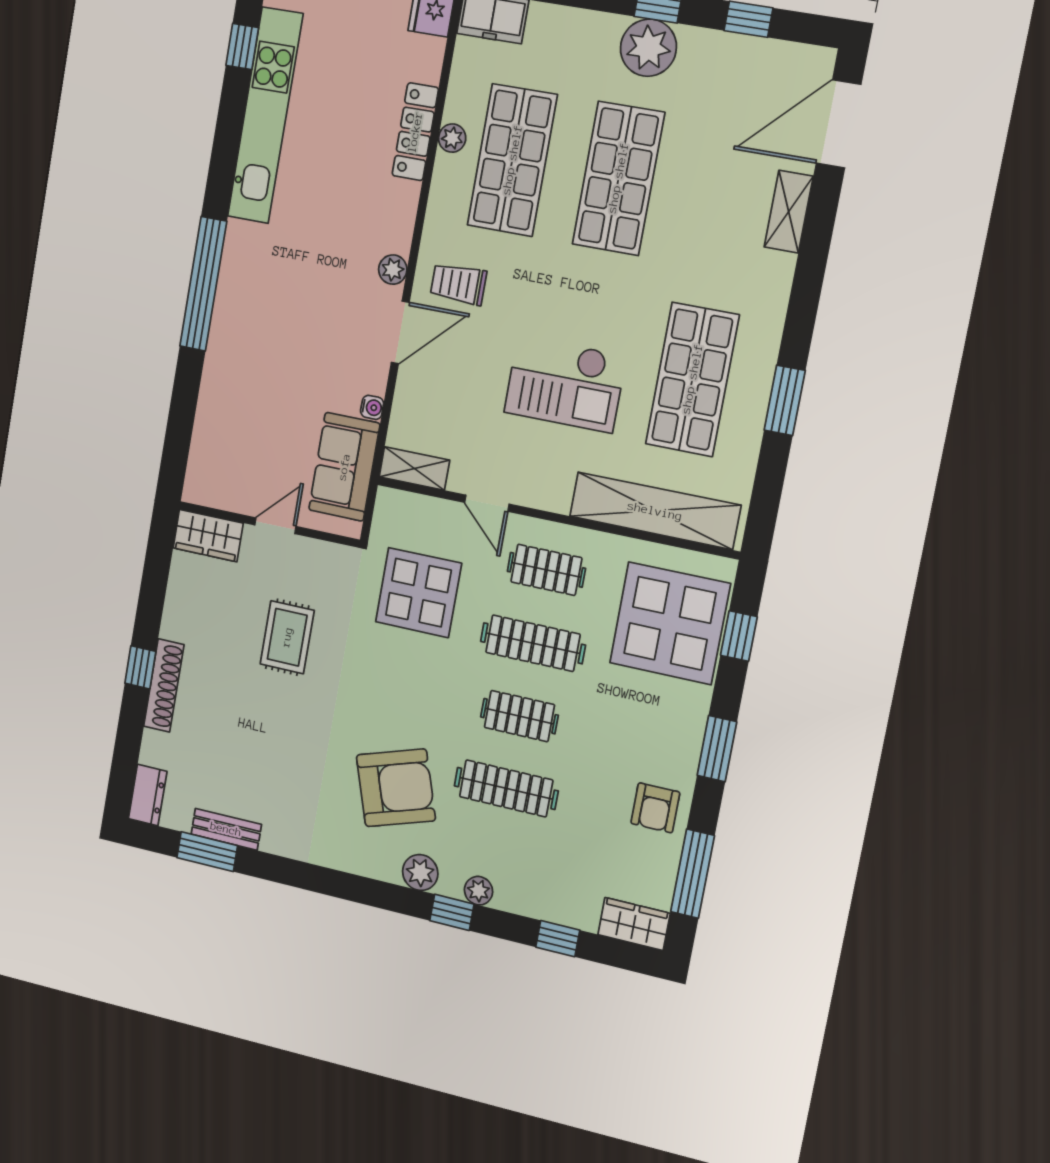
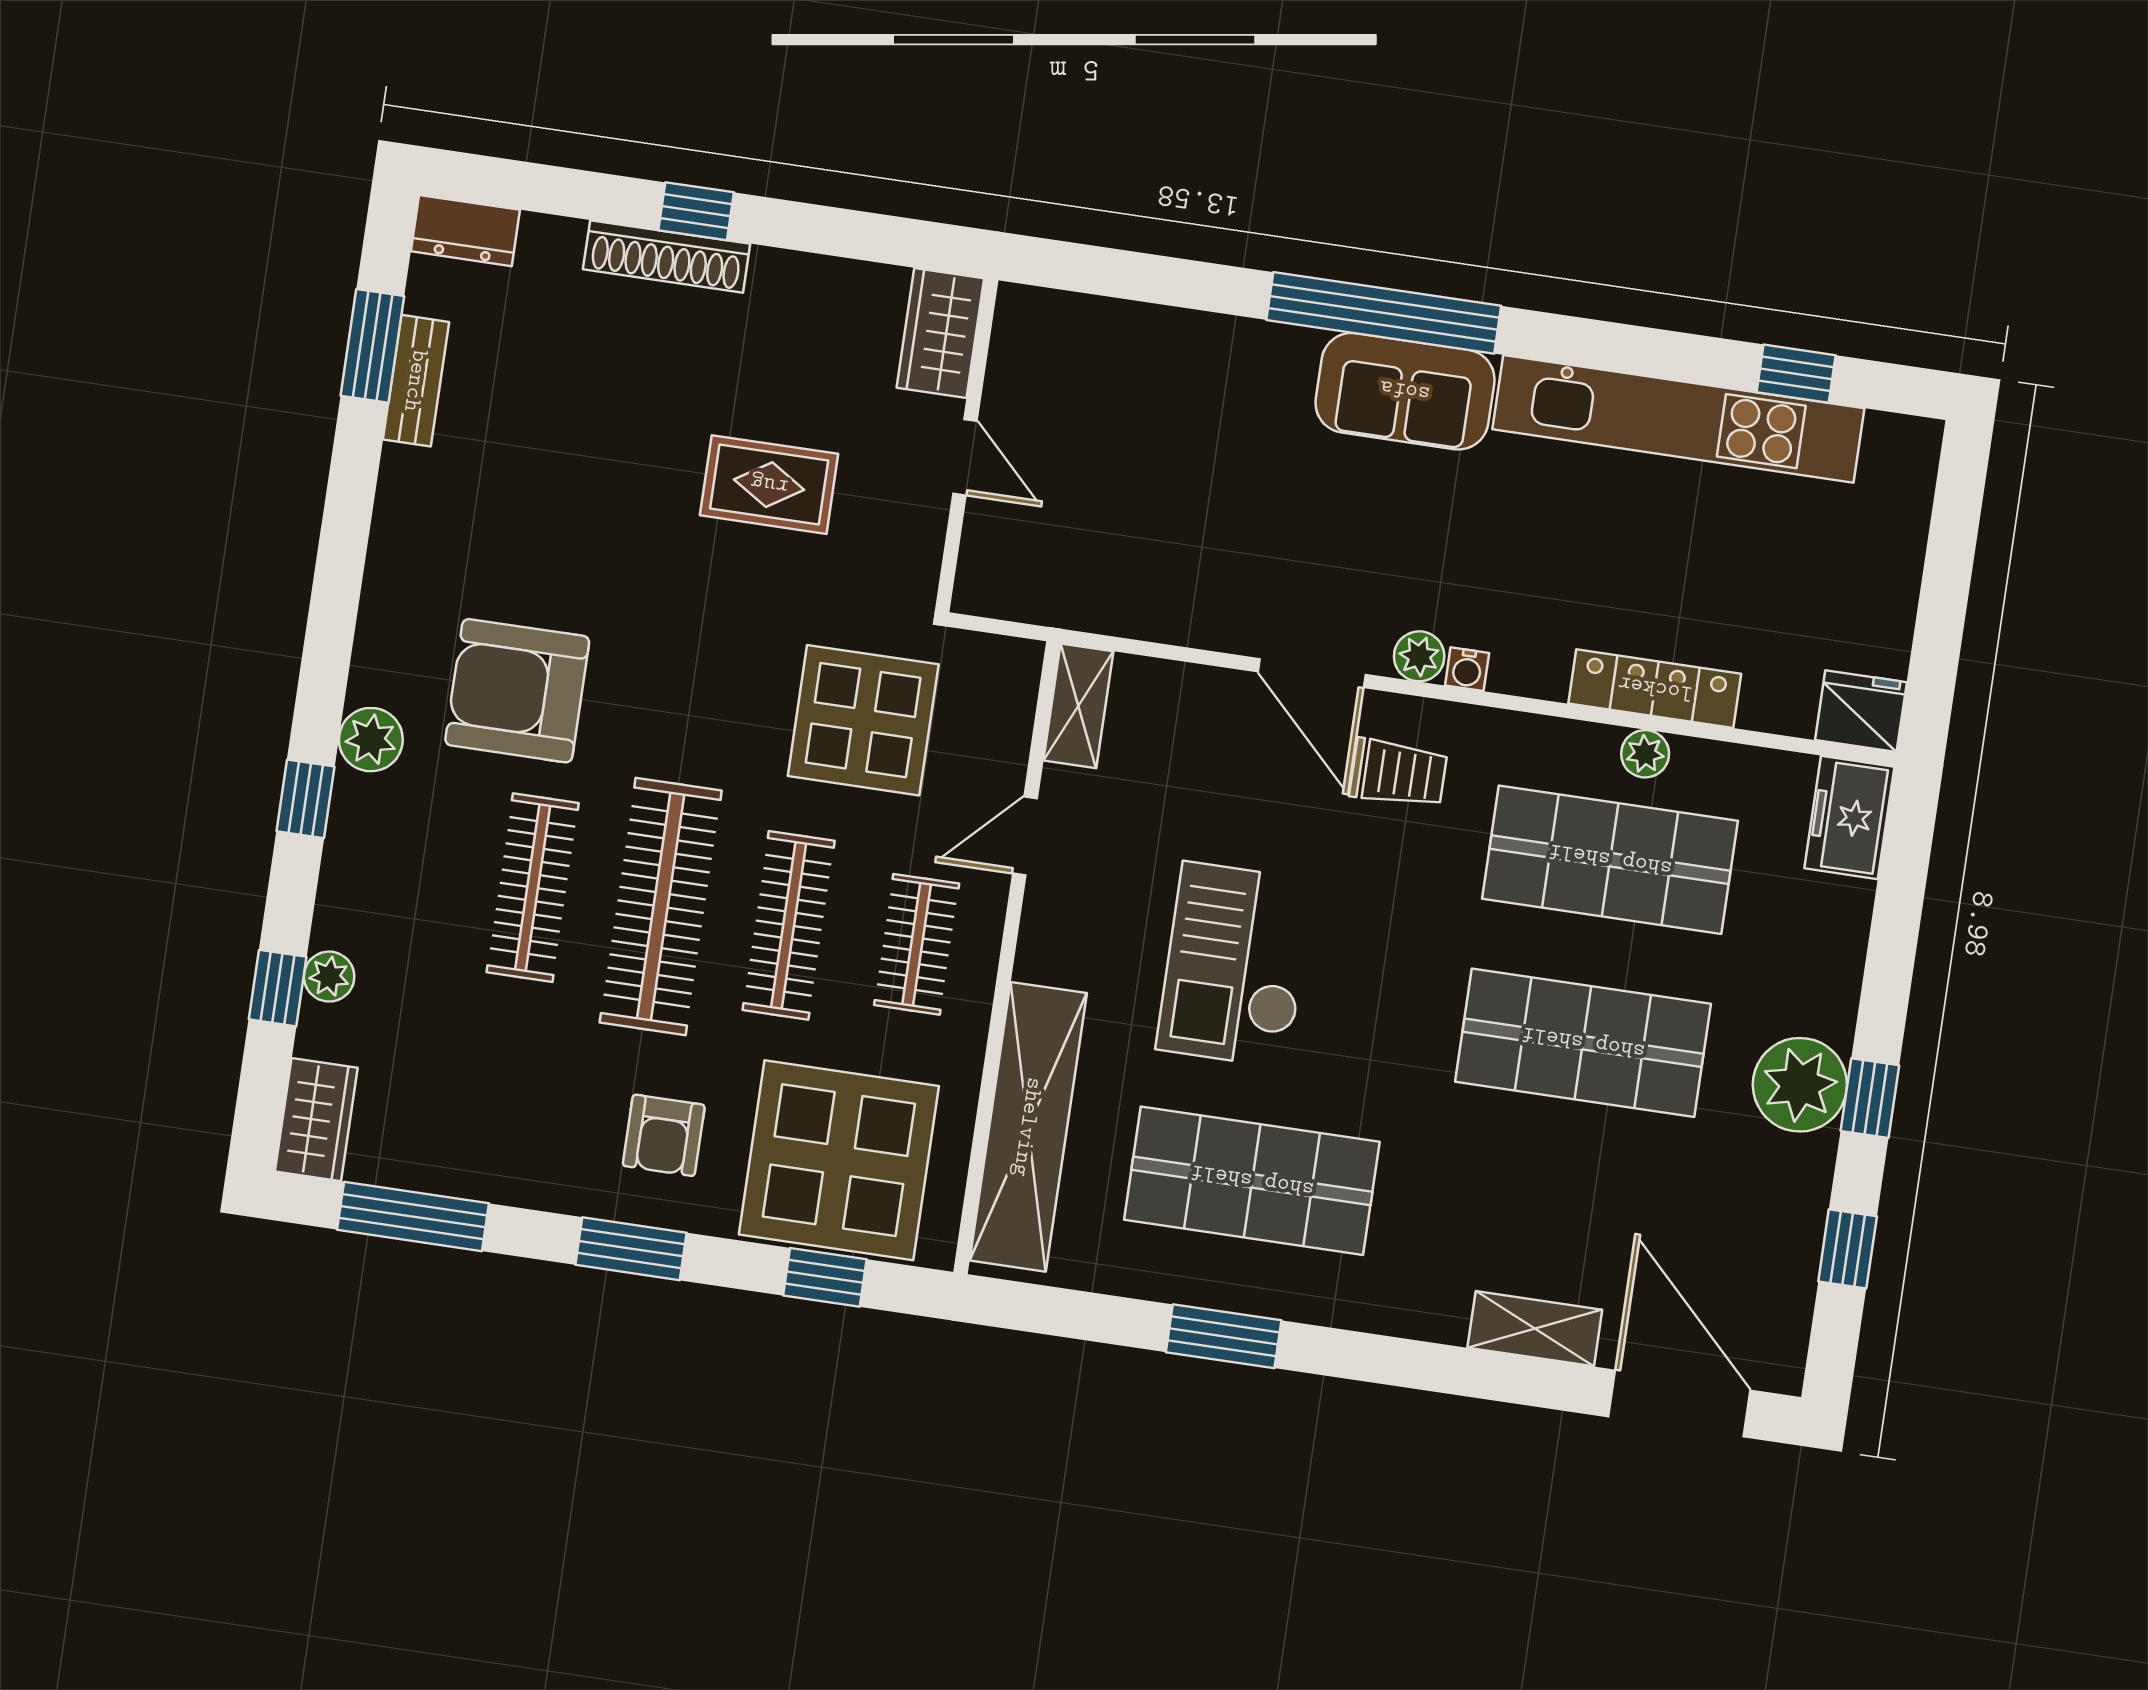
trolley: (458, 284) -> (1398, 773), turned 90
water cooler: (372, 407) -> (1467, 669), moved
sofa: (344, 467) -> (1405, 391), moved, turned 180
clothes rail: (519, 716) -> (661, 907), width x1.86, depth x1.31
armchair: (396, 788) -> (517, 691), turned 108
armchair: (655, 808) -> (664, 1135), moved, turned -90
plant: (479, 891) -> (329, 977), moved

